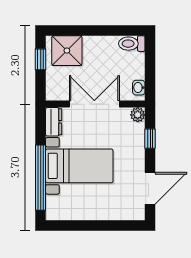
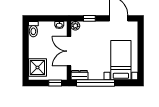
window: (41, 59) -> (55, 83), moved
bed with nightstands: (79, 166) -> (121, 60), moved
window: (41, 178) -> (96, 83), moved

